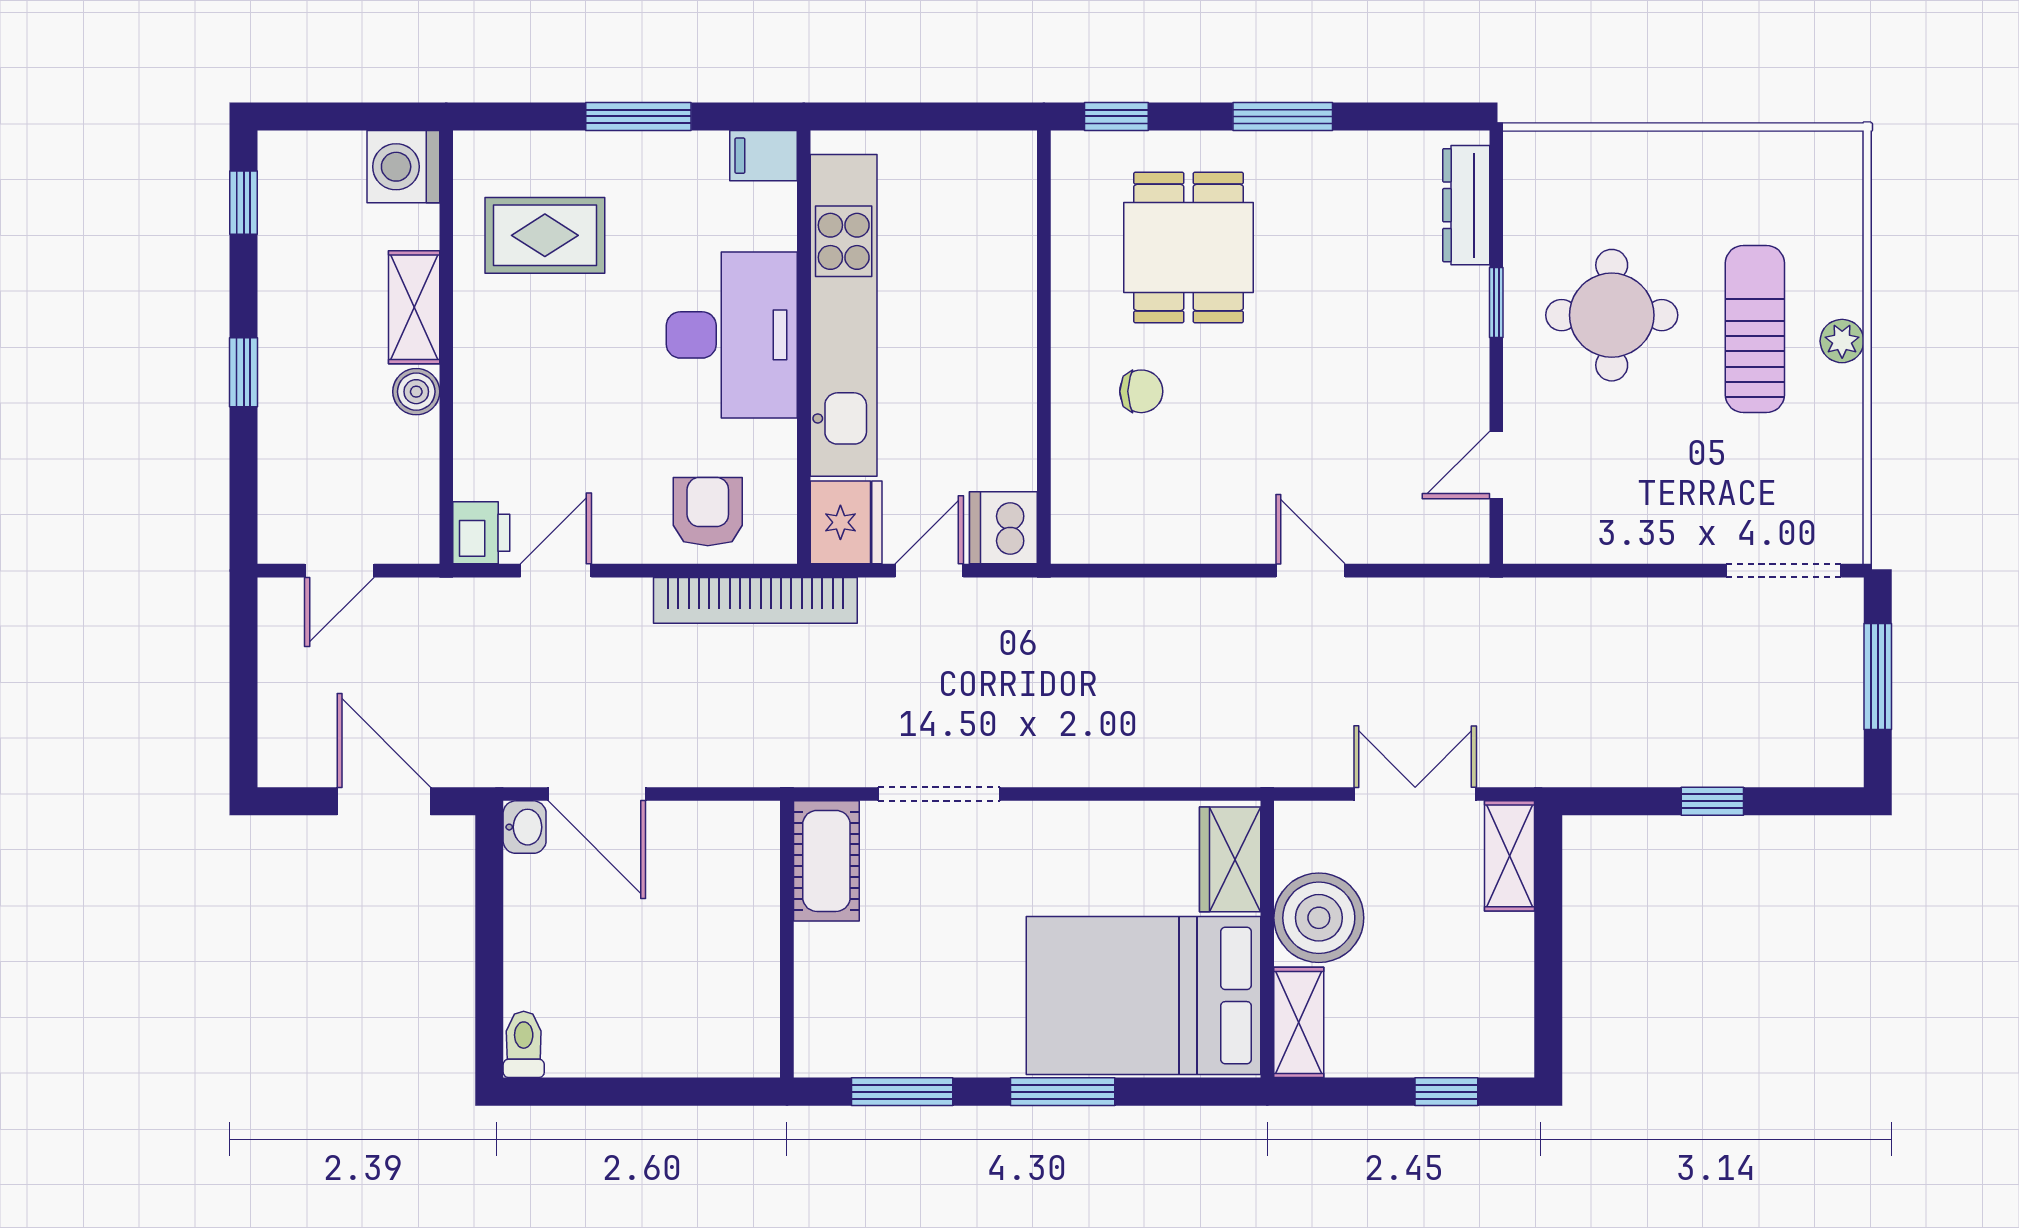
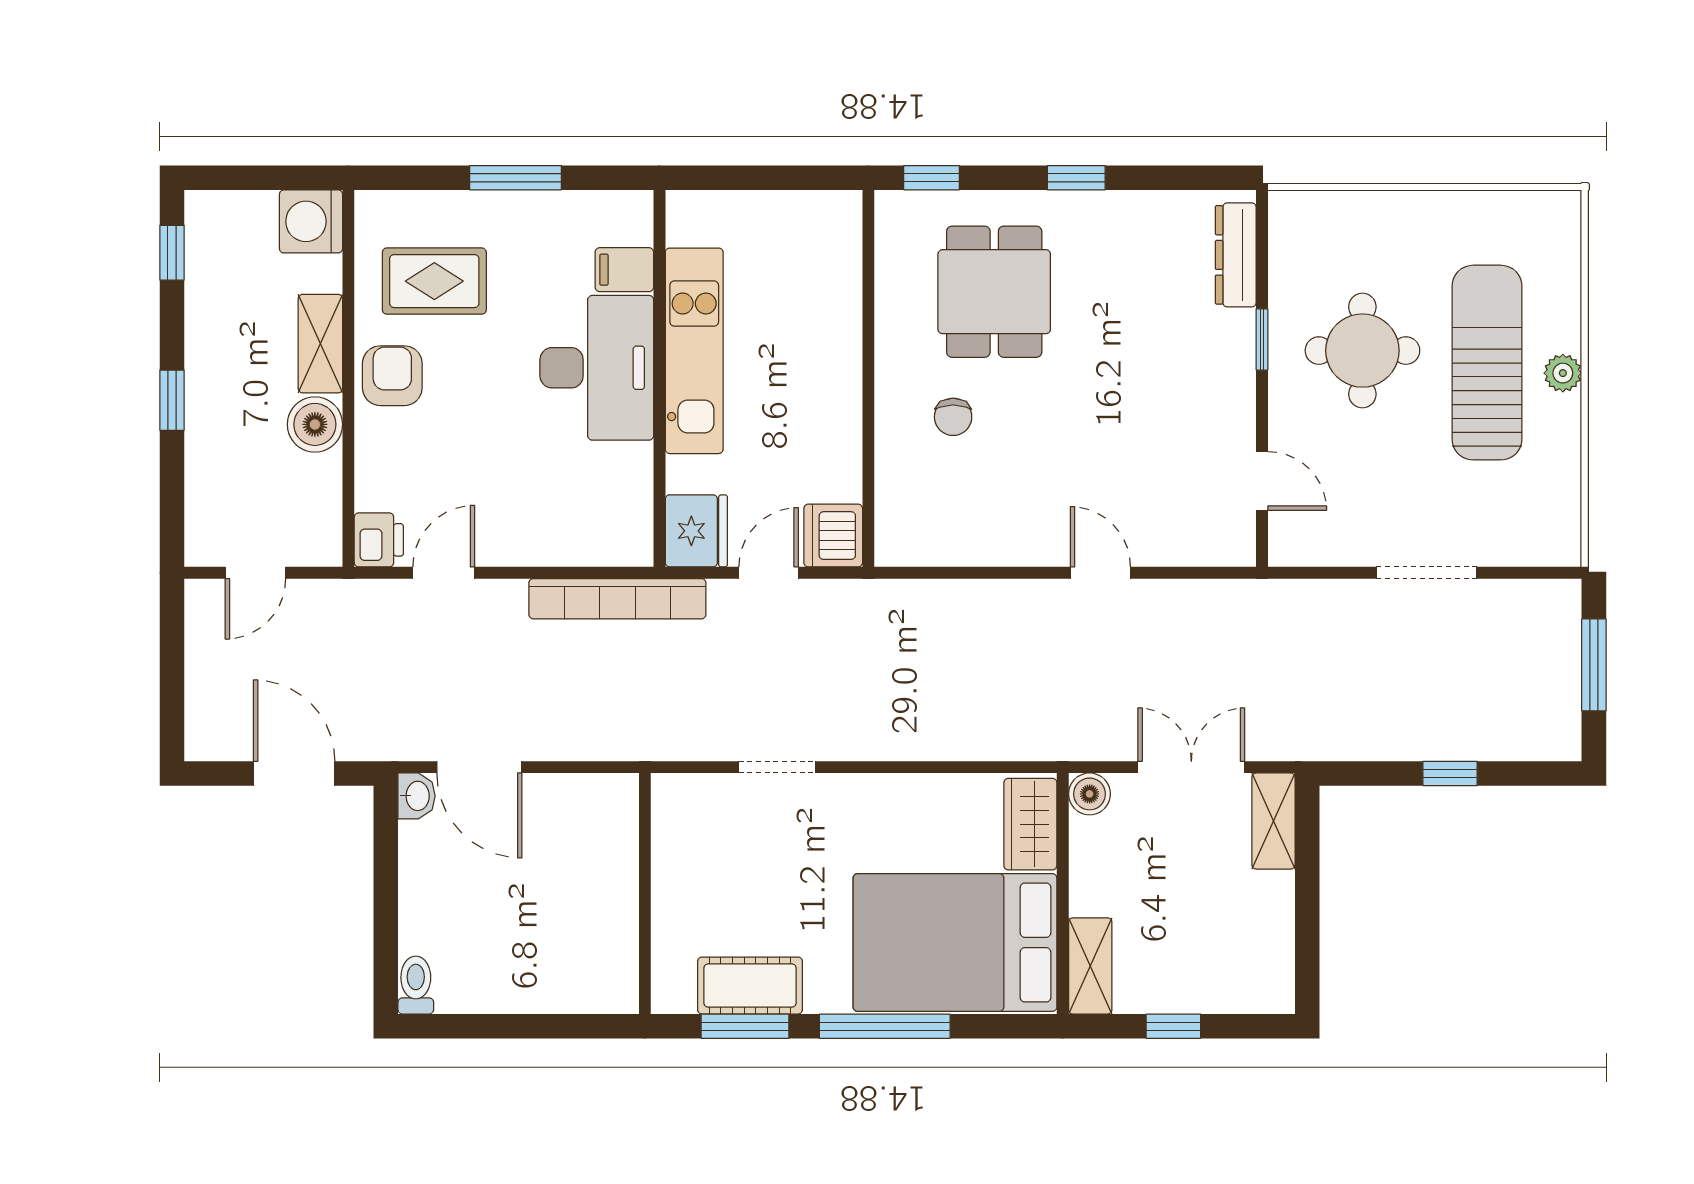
window: (1283, 116) -> (1076, 178), width x0.67
filing cabinet: (763, 156) -> (624, 270), moved
kitchen unit: (844, 315) -> (694, 351), width x0.73
sun lounger: (1755, 329) -> (1487, 363), width x1.36, depth x1.34
chair: (1141, 391) -> (953, 417), turned 90
boiler: (416, 392) -> (315, 424), width x1.36, depth x1.36
door: (1496, 465) -> (1262, 481), swing flipped
armchair: (708, 512) -> (392, 376), moved
doorway: (1784, 571) -> (1427, 573), moved
doorway: (939, 794) -> (777, 767), width x0.73
cot: (826, 861) -> (750, 986), moved, turned 90
boiler: (1319, 918) -> (1090, 794), moved, width x0.54, depth x0.54
window: (1063, 1092) -> (885, 1026), width x1.44
window: (1446, 1092) -> (1173, 1026), moved

